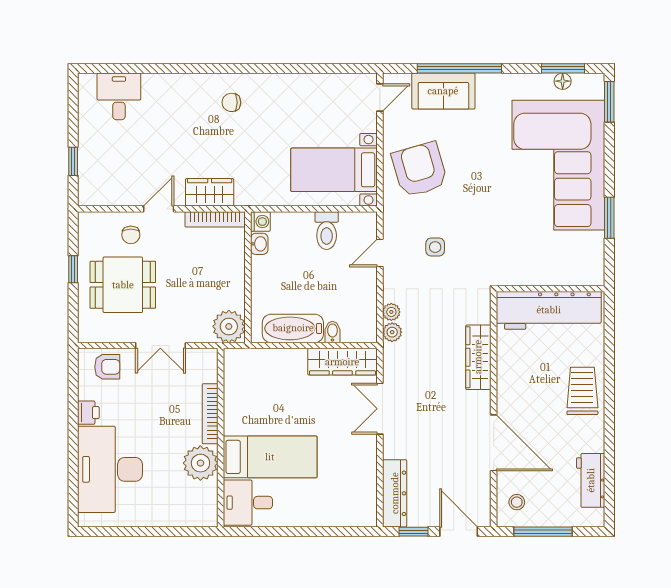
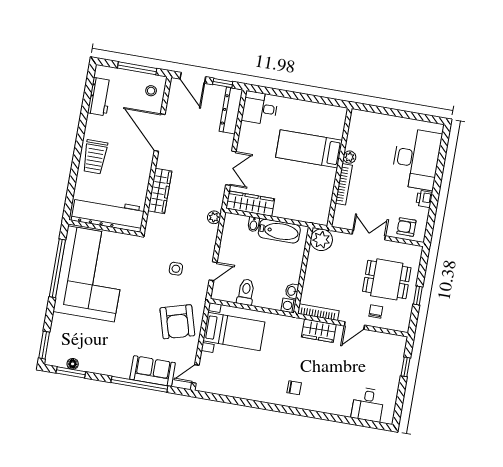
corner sofa: (558, 165) -> (91, 274), moved
window: (609, 218) -> (57, 268), width x2.11
plant: (391, 312) -> (212, 231), removed
plant: (200, 463) -> (350, 157), width x0.53, depth x0.53
desk: (248, 503) -> (260, 108), moved, turned 180

